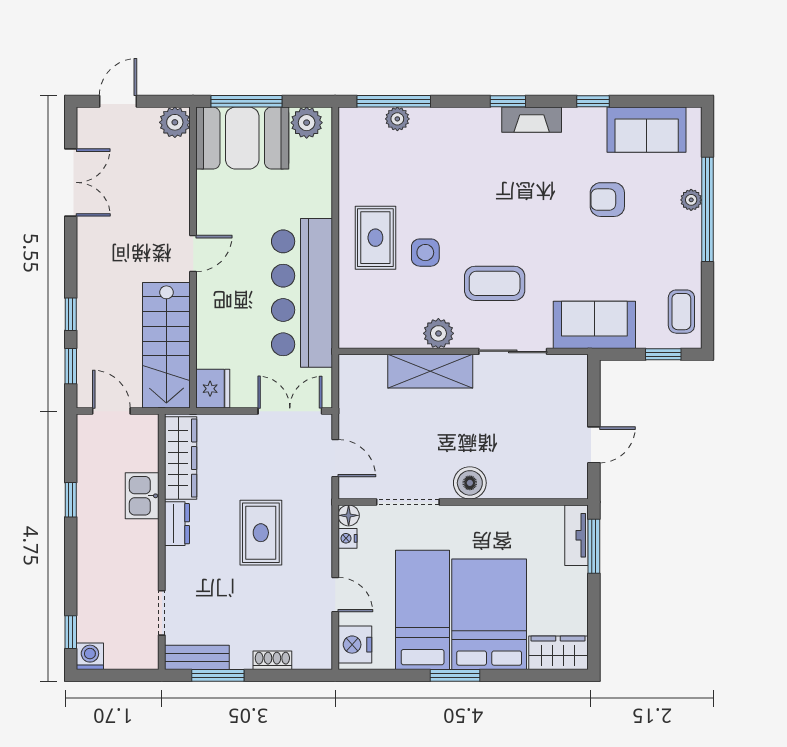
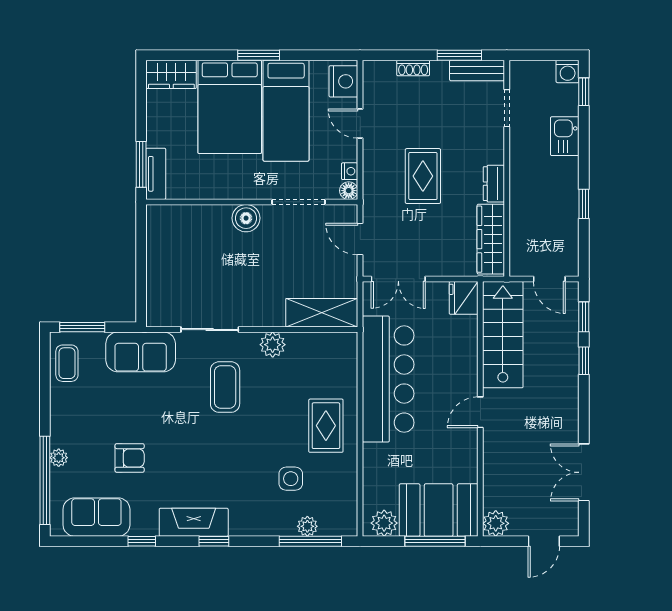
fireplace: (532, 120) -> (194, 522), width x1.37, depth x1.32
window: (708, 209) -> (45, 480), moved
side table: (425, 253) -> (291, 479), moved
coffee table: (495, 283) -> (225, 387), turned 90
window: (663, 354) -> (82, 327), width x1.50
shelving: (430, 371) -> (322, 313), moved
door: (594, 445) -> (141, 250), removed
kitchen sink: (142, 496) -> (565, 136), moved, turned 180

